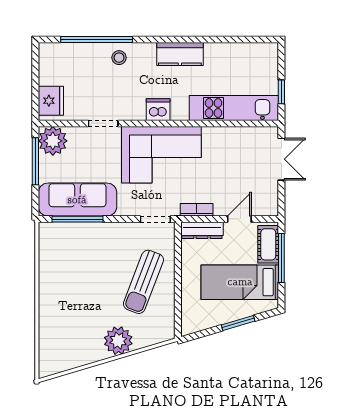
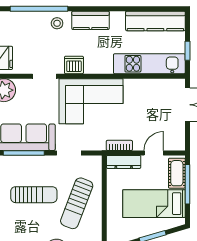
kitchen counter: (180, 54) -> (91, 20), moved
kitchen counter: (242, 55) -> (155, 21), added
dishwasher: (158, 110) -> (74, 65), moved
doorway: (155, 219) -> (69, 153), moved
sun lounger: (90, 271) -> (34, 195), added

